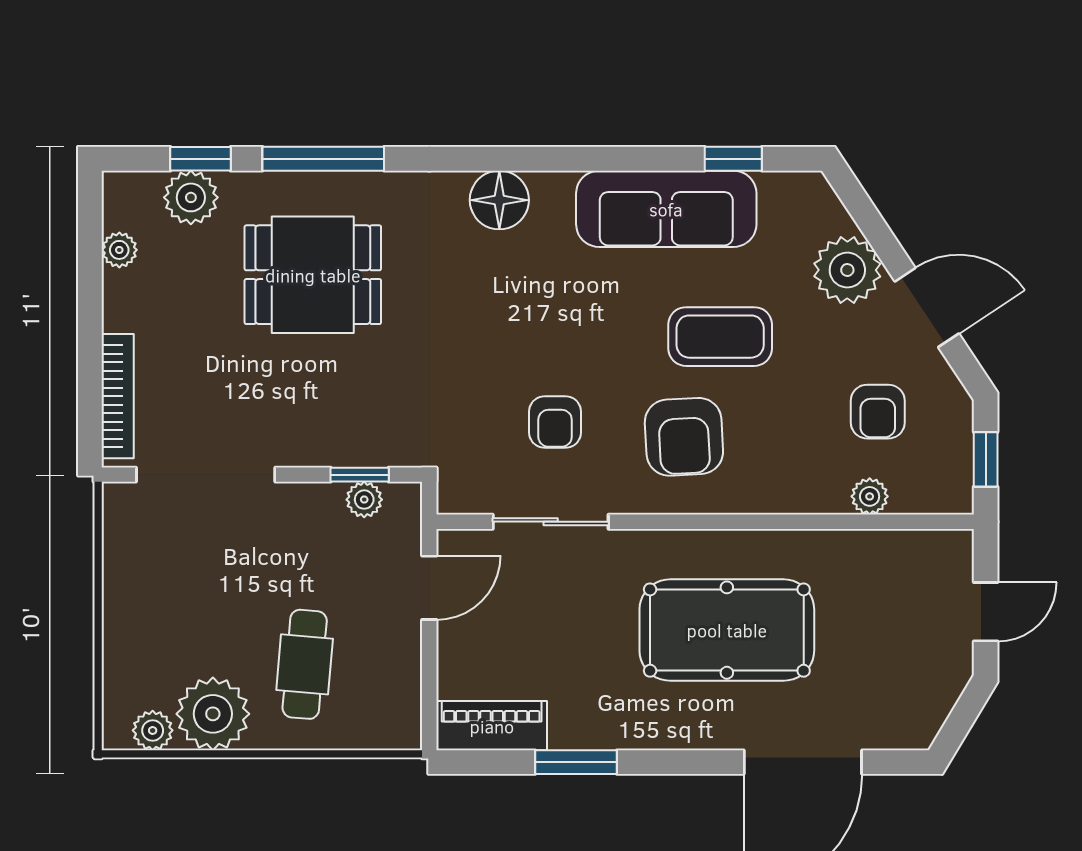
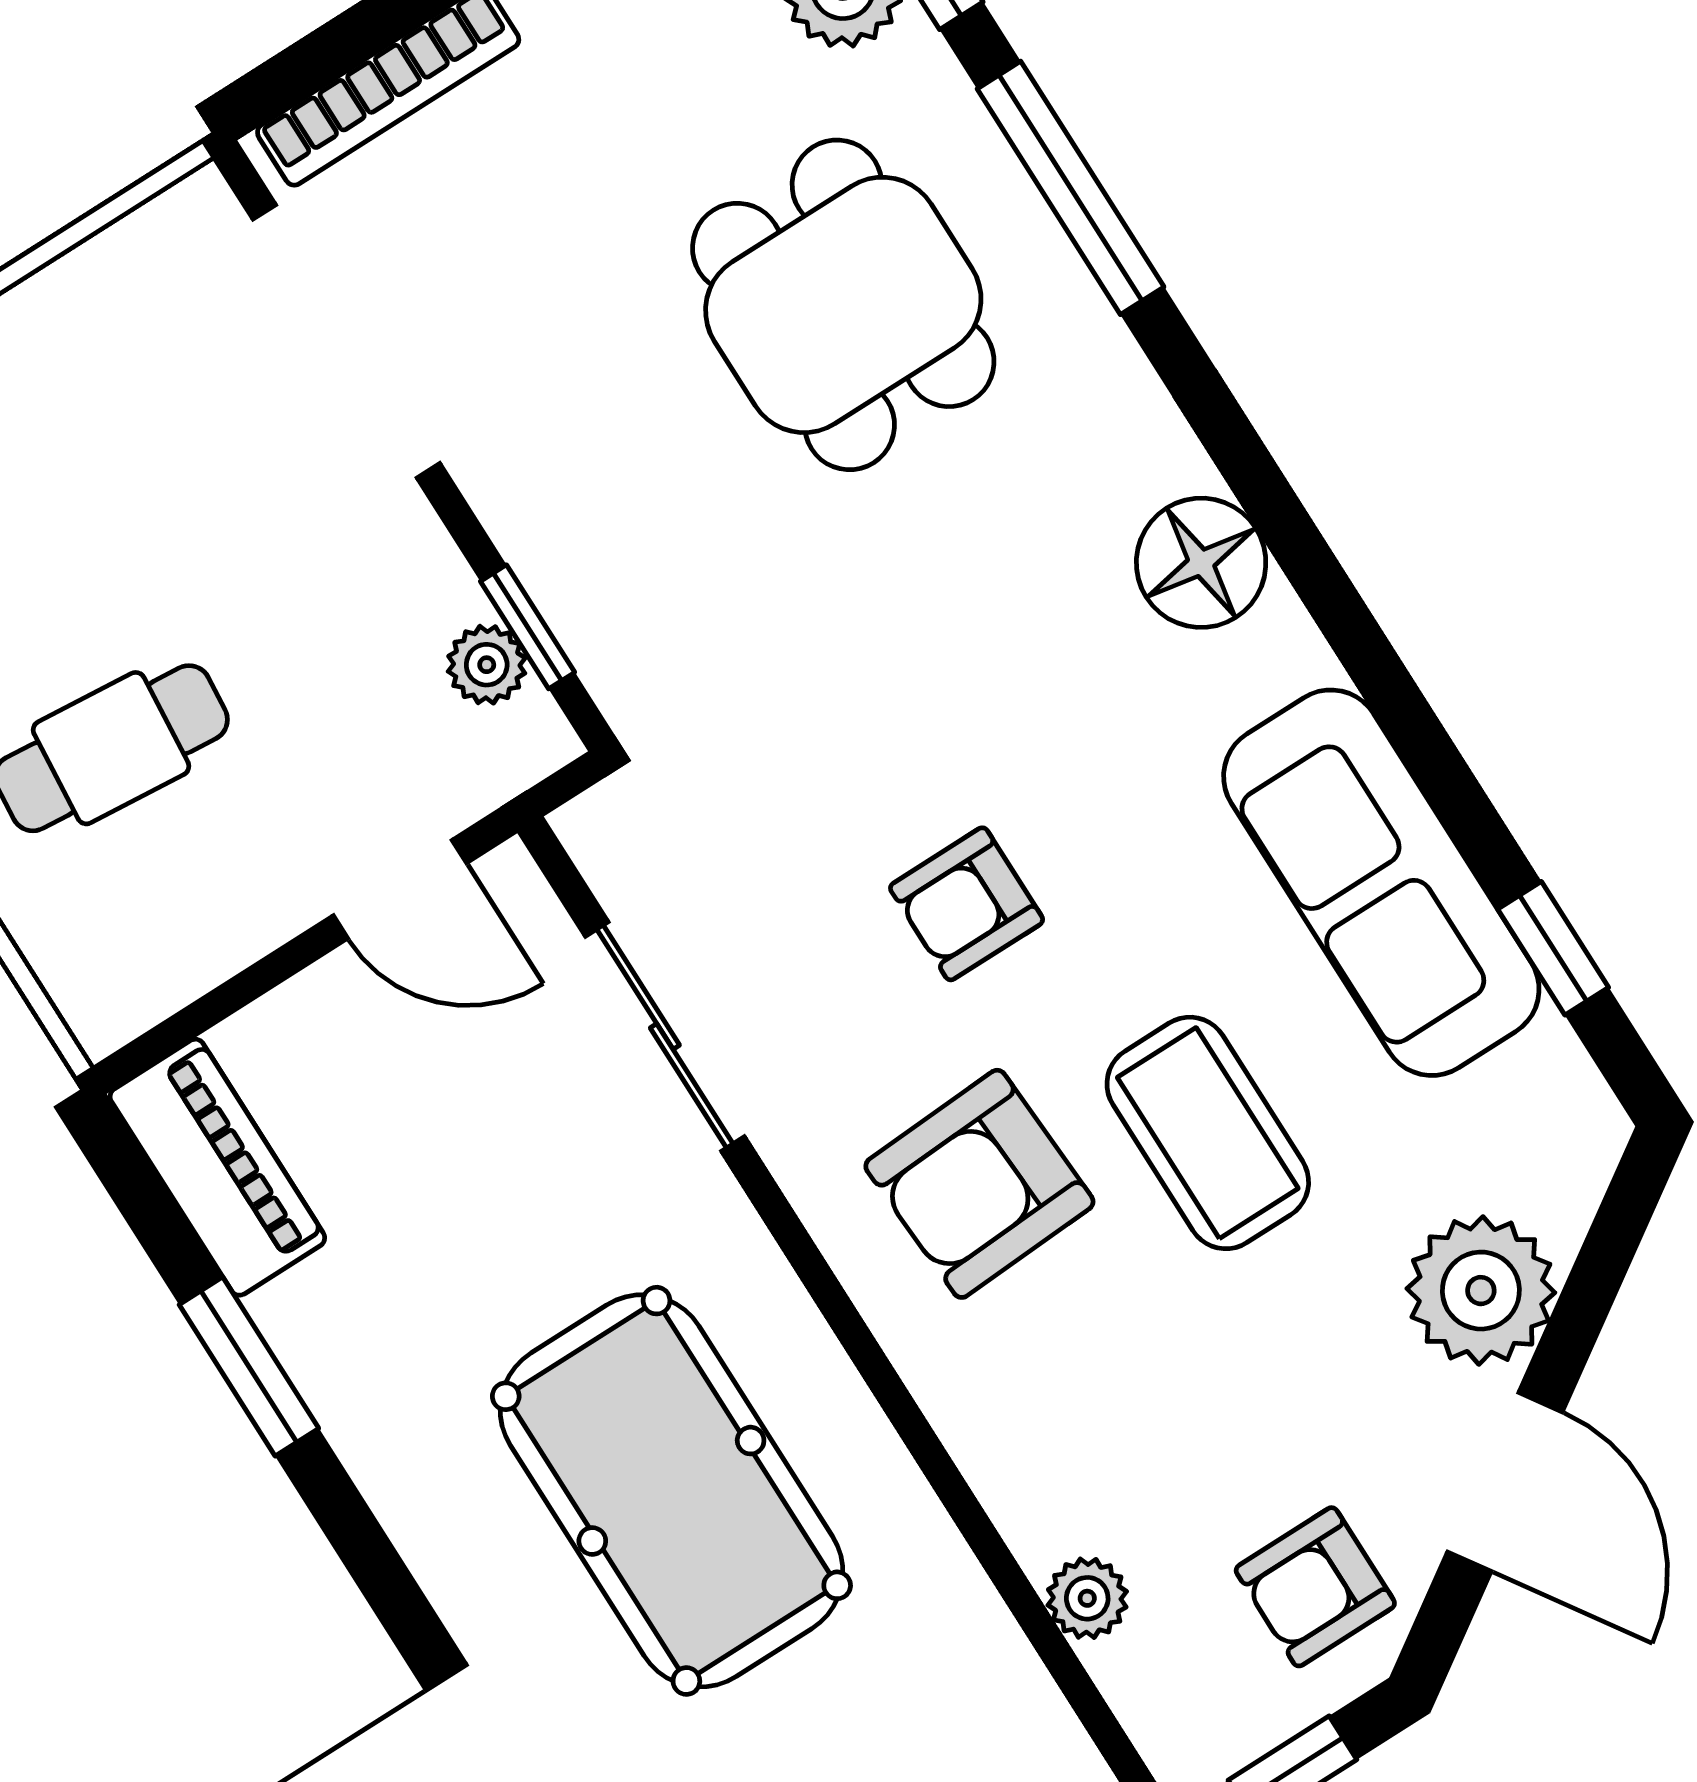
armchair: (878, 412) -> (1315, 1587), moved
armchair: (555, 422) -> (967, 904), moved

